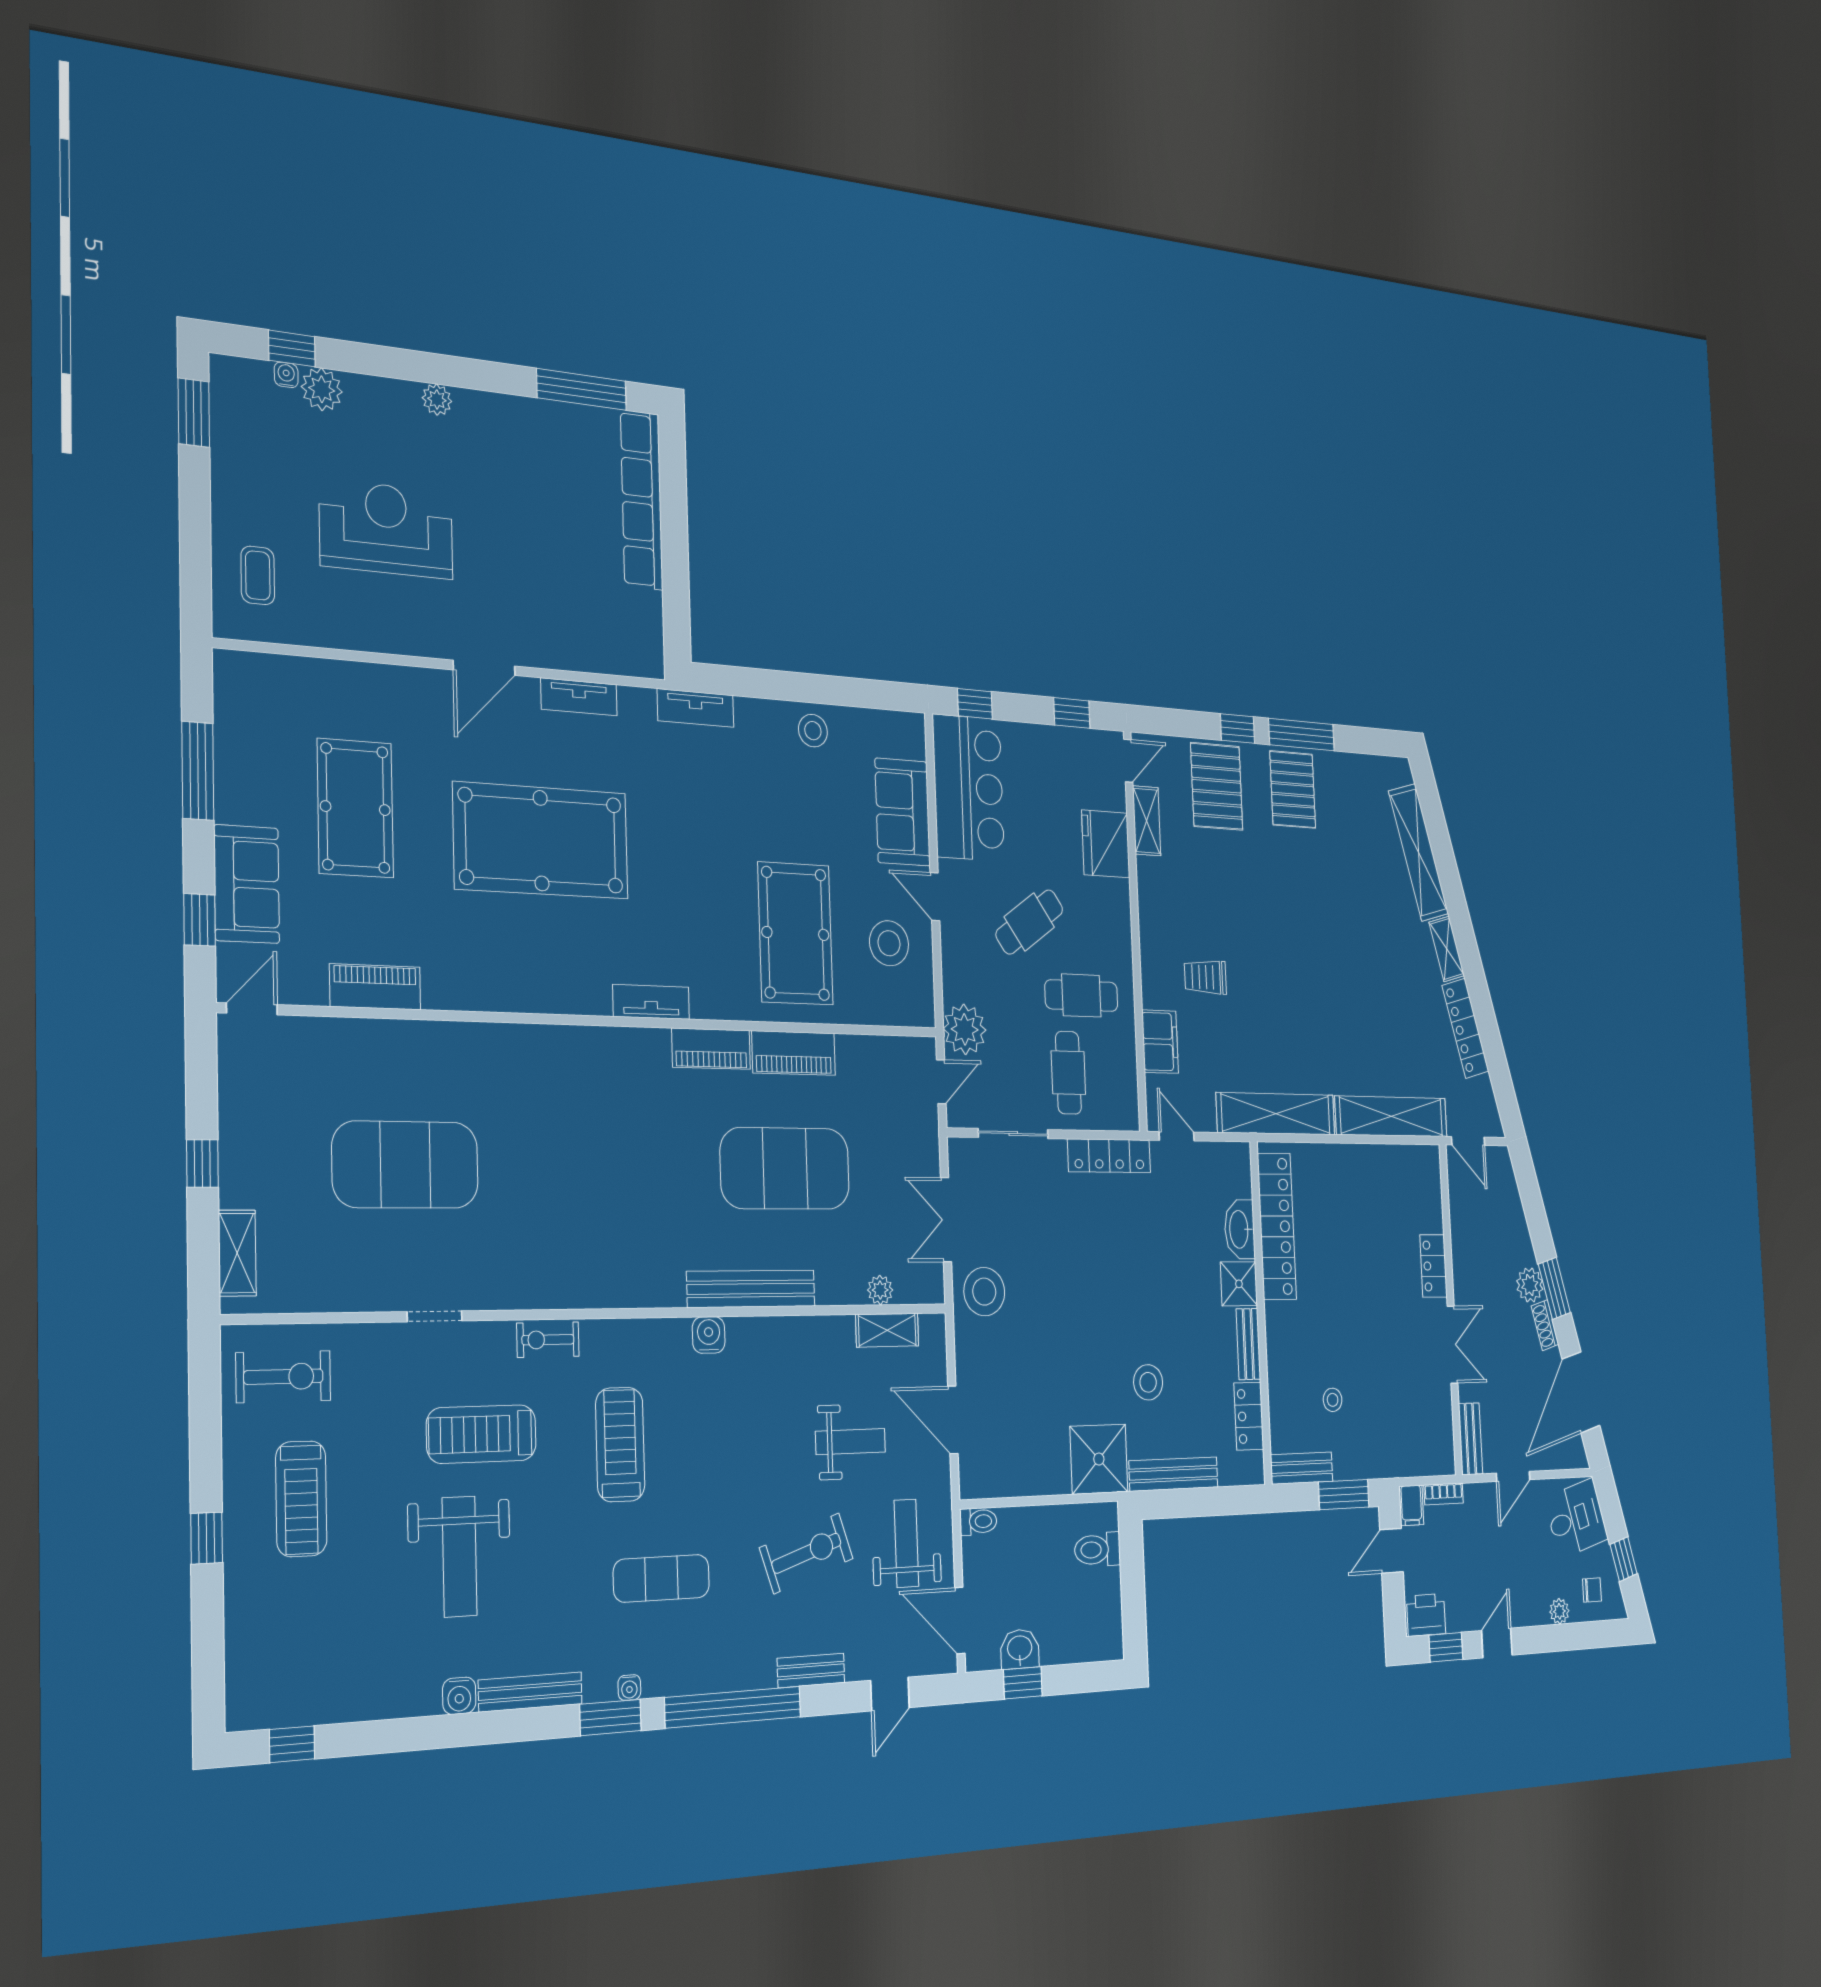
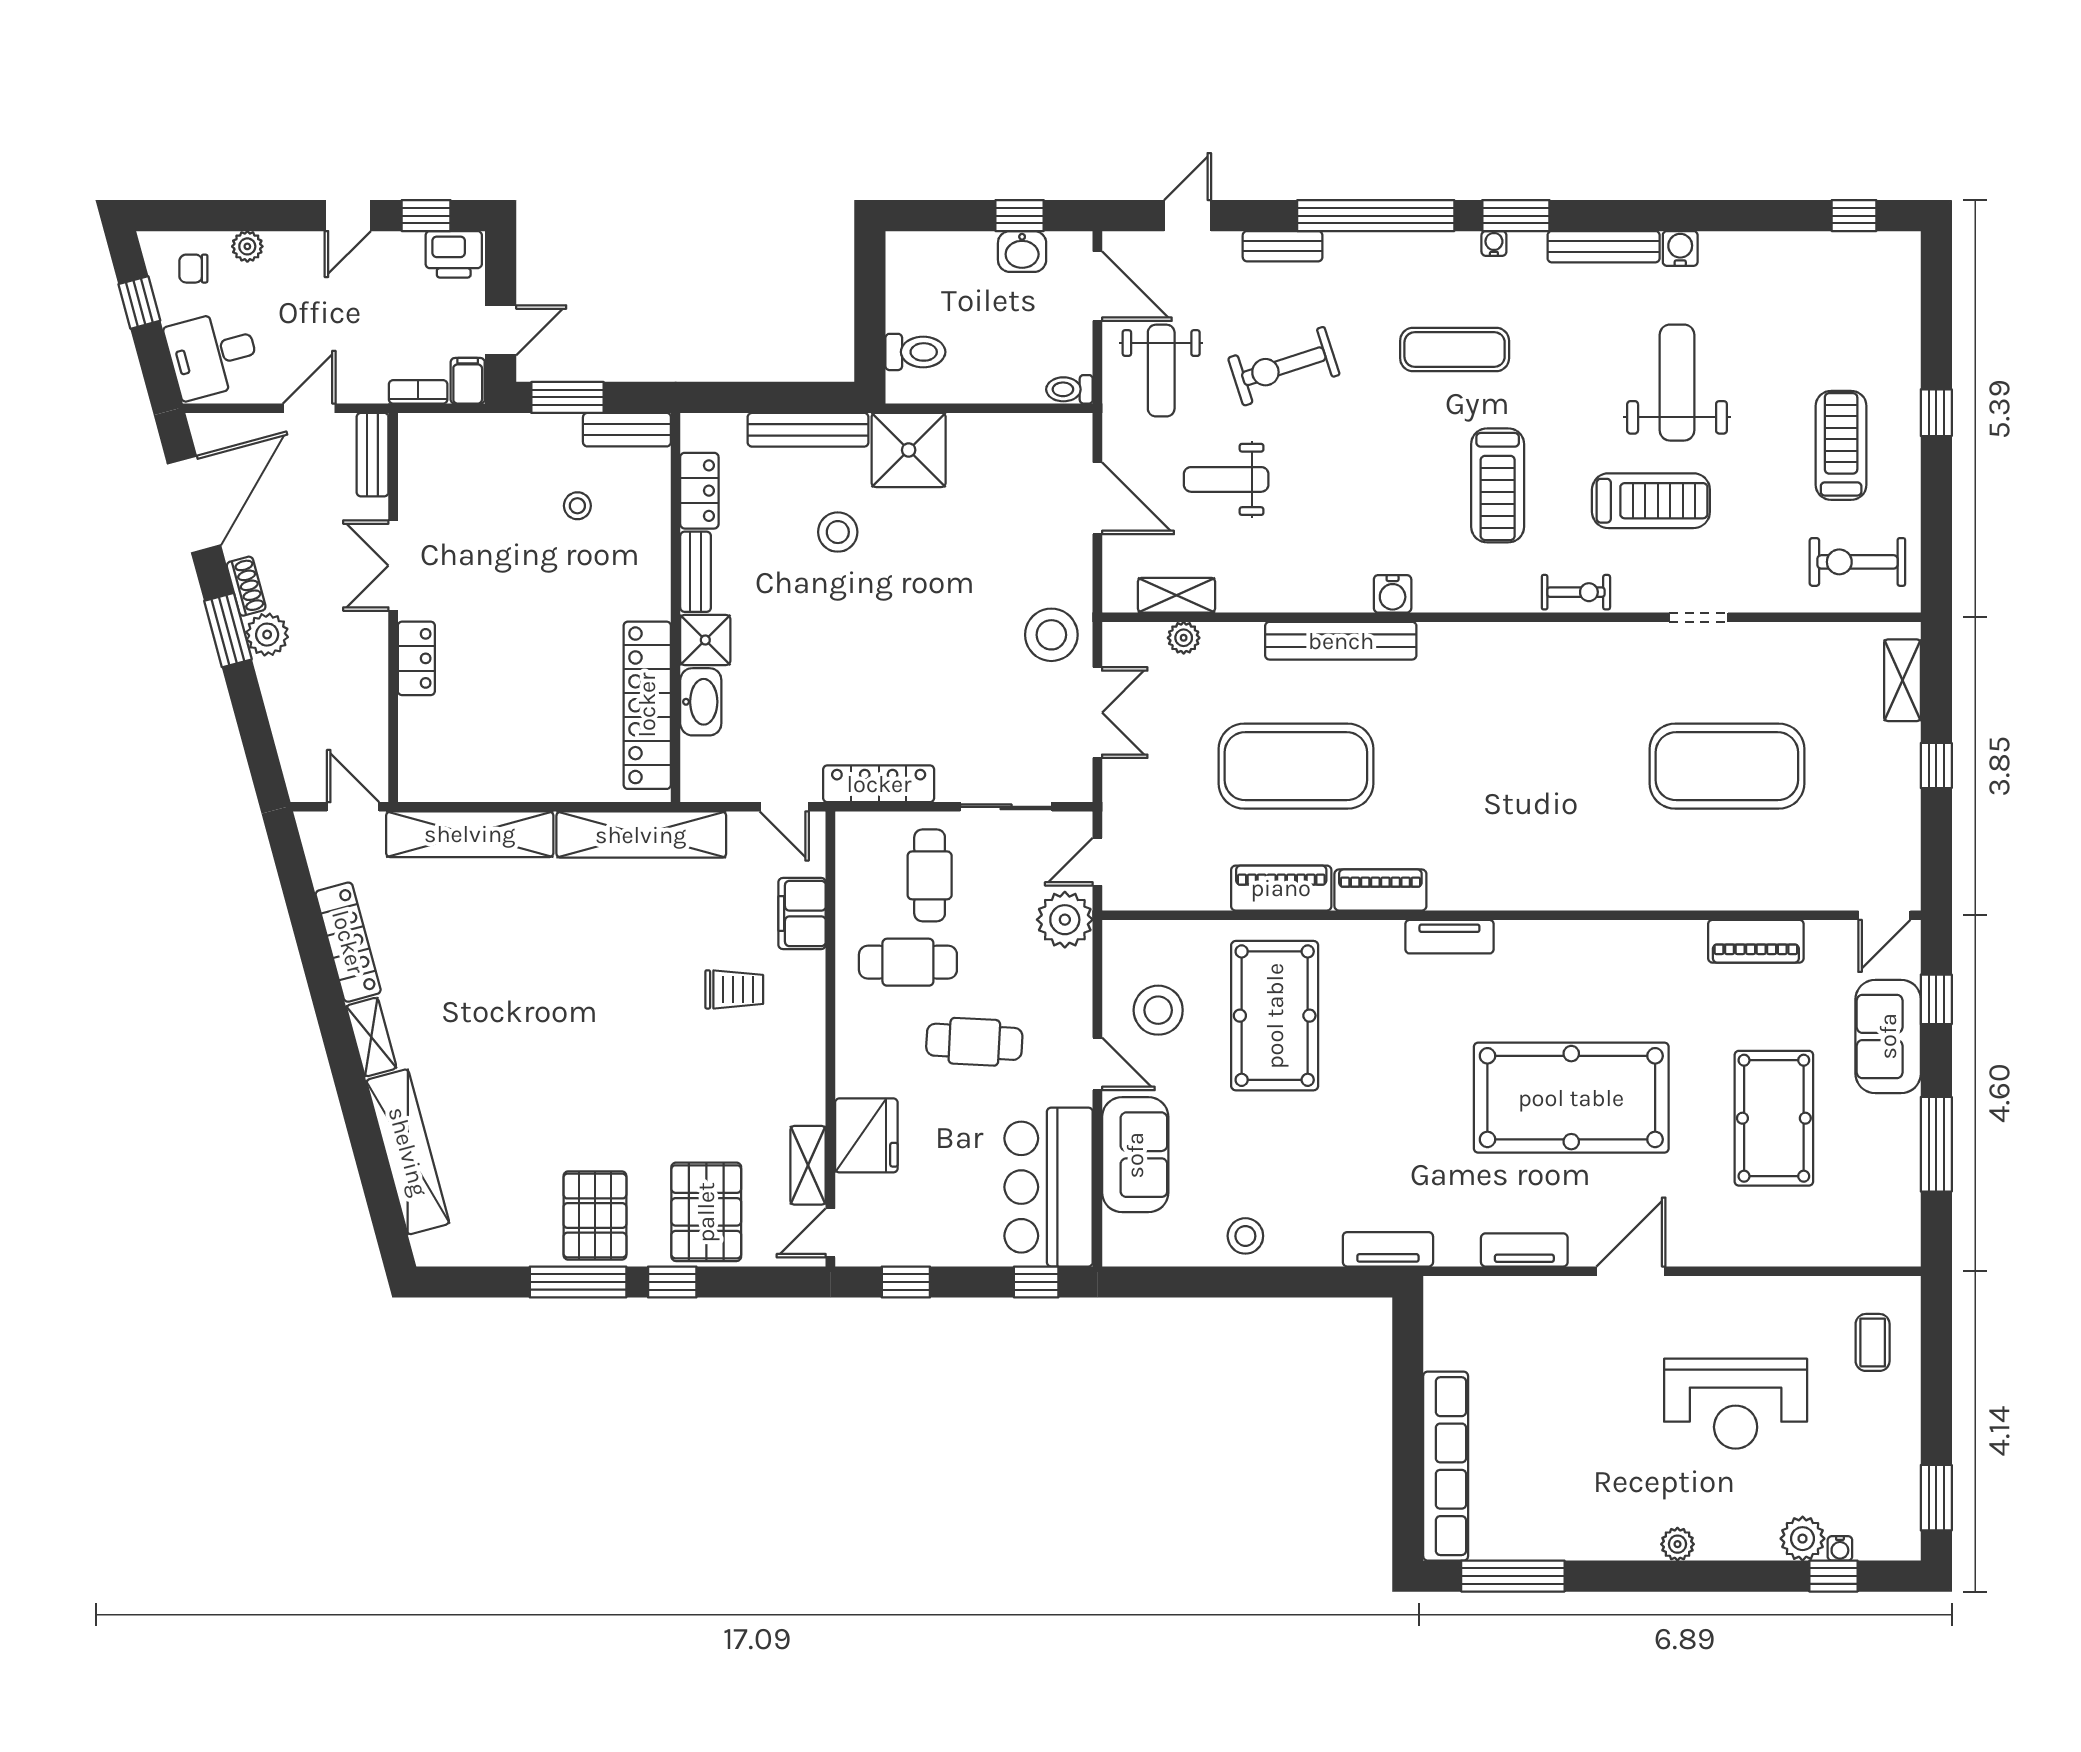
cafe table: (1029, 922) -> (974, 1042), turned 38

